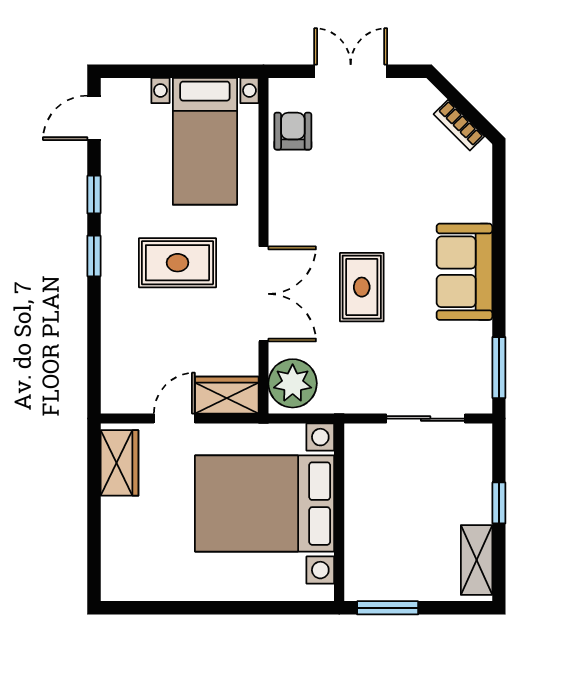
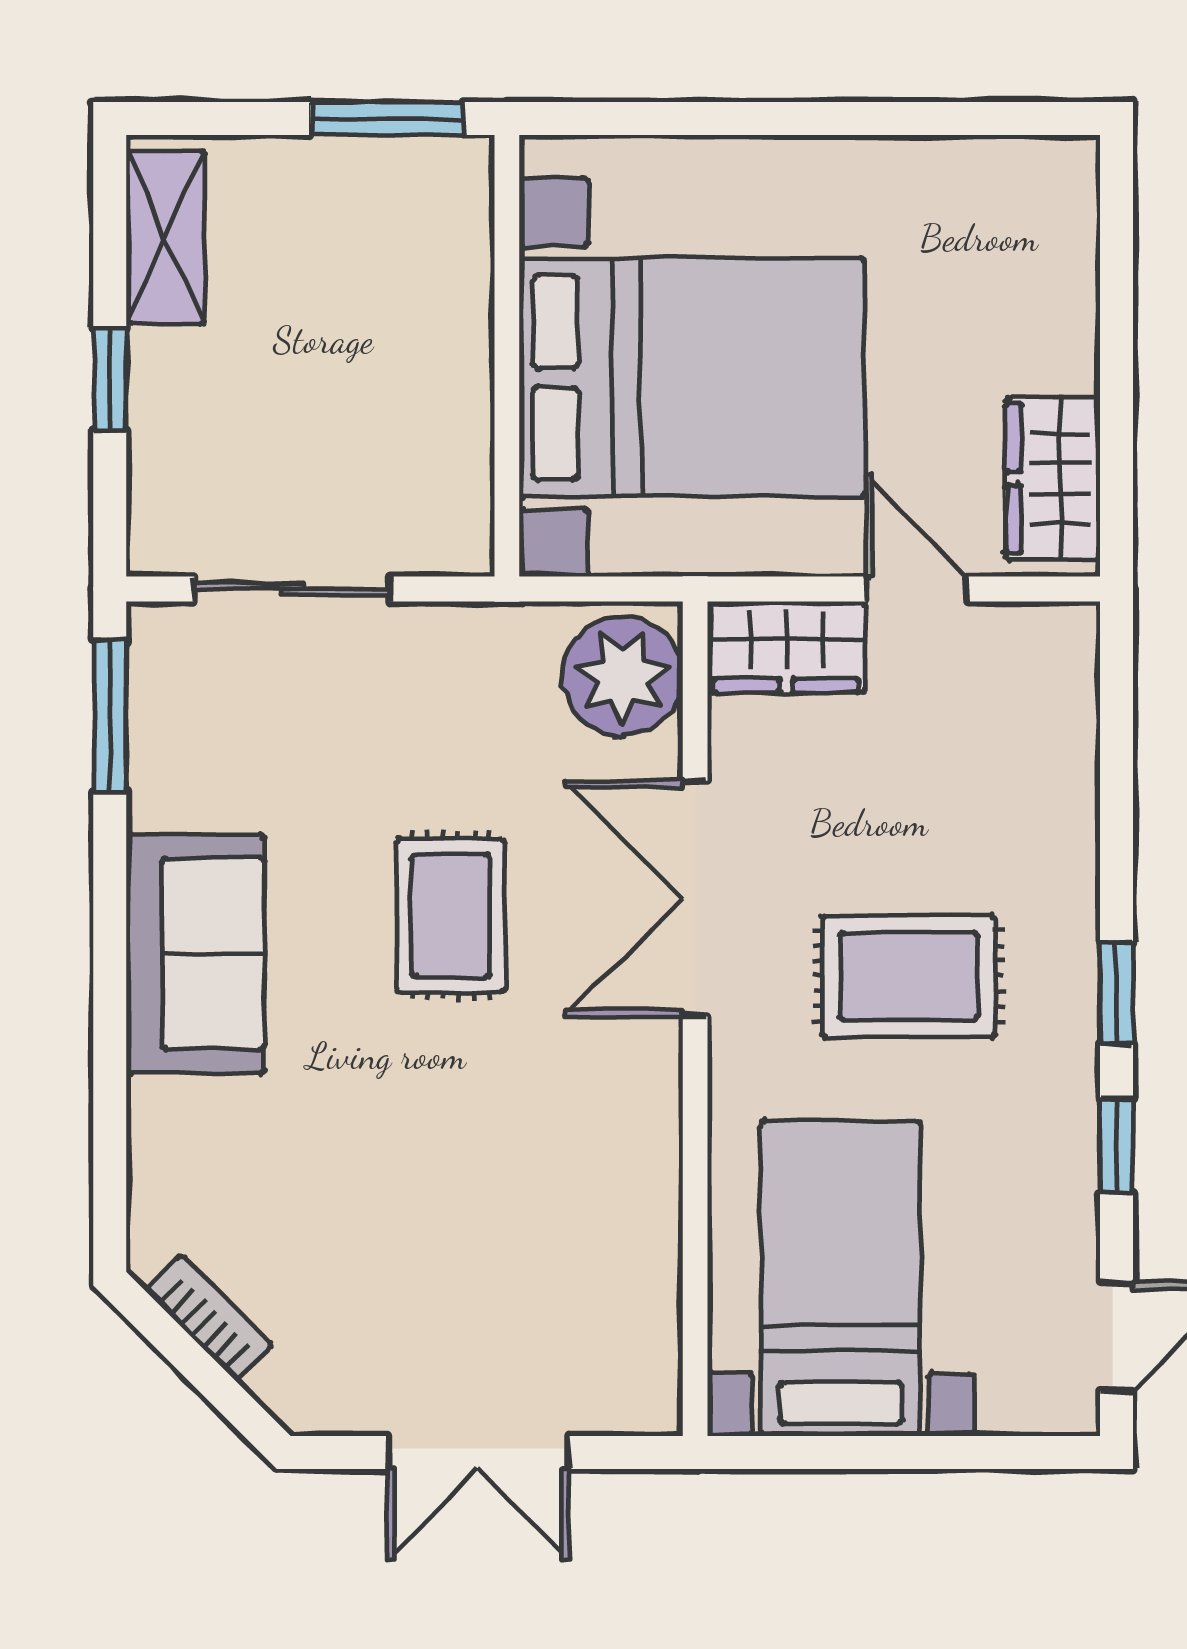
armchair: (293, 131) -> (622, 1303), removed
door: (174, 419) -> (916, 589), swing flipped

